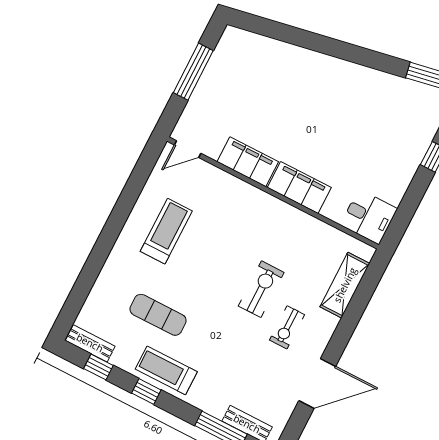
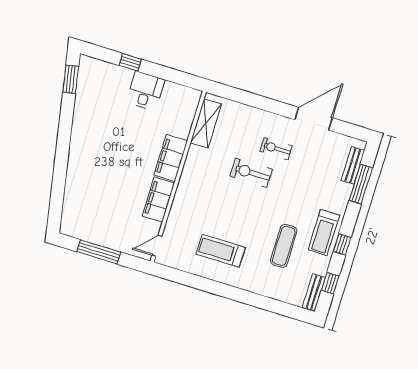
door: (188, 149) -> (157, 246), swing flipped
desk: (369, 217) -> (146, 91), moved
shelving: (345, 285) -> (206, 123), moved, turned 90
exercise bike: (287, 327) -> (276, 148), turned 180
door: (317, 384) -> (314, 119), hinge flipped

